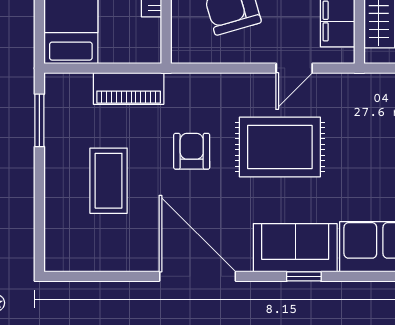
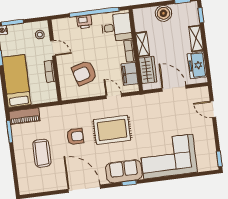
door: (294, 68) -> (114, 96), swing flipped
piano: (129, 89) -> (25, 116), moved
armchair: (192, 151) -> (75, 136), turned 90

